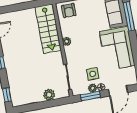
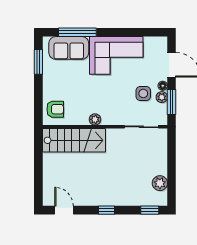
plant: (49, 95) -> (160, 183), moved

